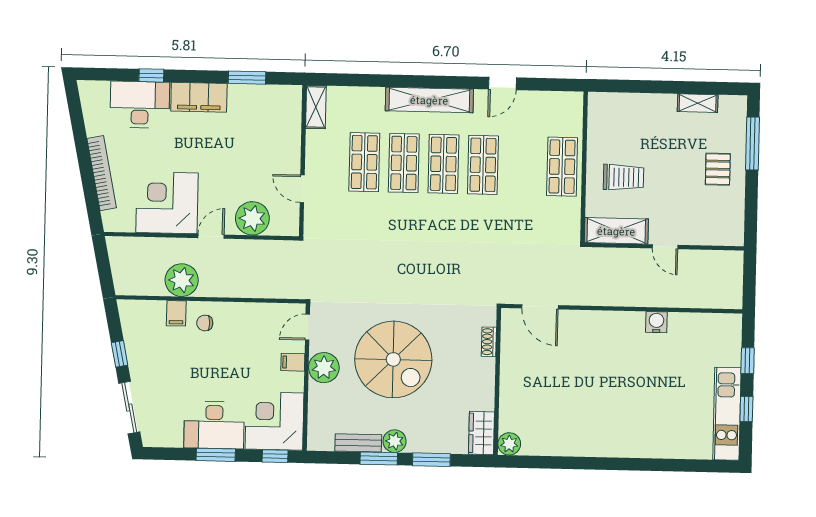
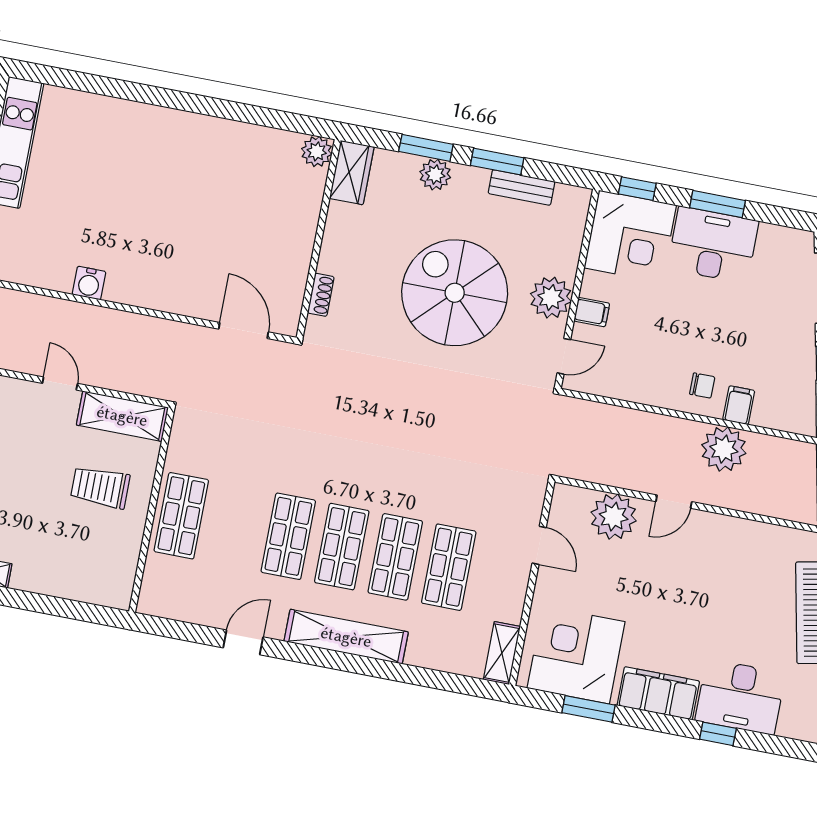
corner desk: (167, 203) -> (576, 655), moved, turned 180
plant: (395, 441) -> (435, 175), moved

